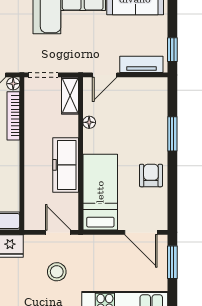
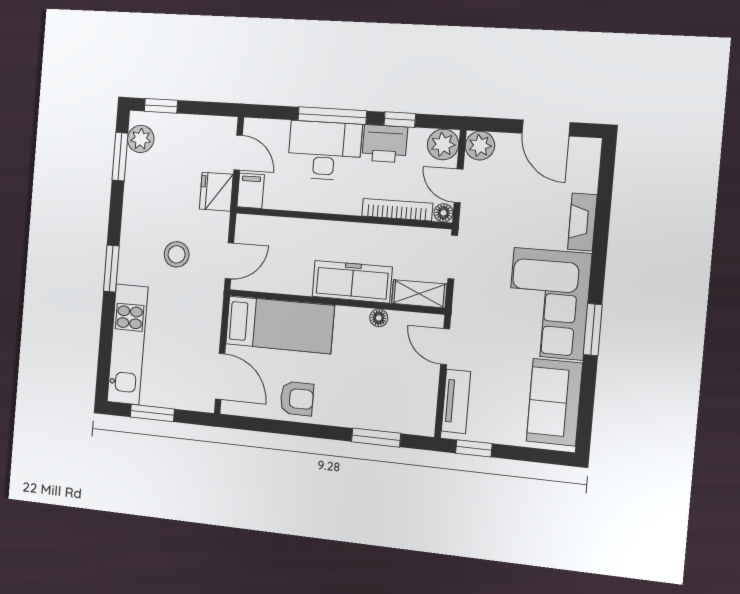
window: (172, 134) -> (376, 438), moved
freezer: (66, 165) -> (352, 282), moved
door: (141, 232) -> (220, 376), swing flipped
window: (172, 262) -> (152, 413), moved

